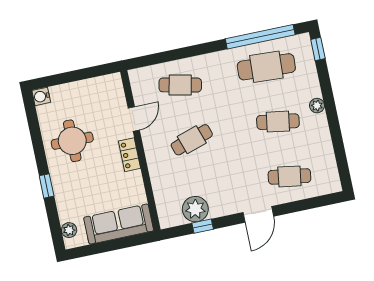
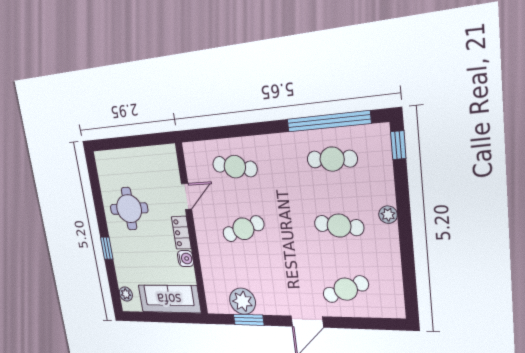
cafe table: (266, 67) -> (332, 159), width x0.73, depth x0.74
water cooler: (41, 96) -> (185, 259), moved, turned 180
cafe table: (289, 176) -> (346, 289), turned -30
window: (203, 226) -> (249, 320), width x1.50

